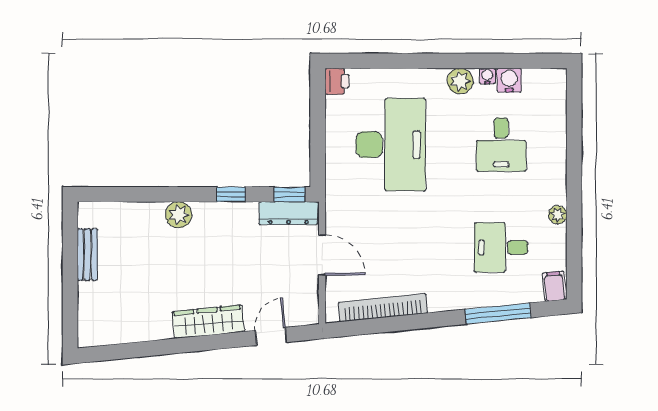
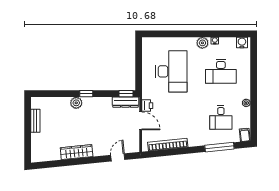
water cooler: (509, 80) -> (242, 42), moved
printer: (337, 81) -> (147, 106), moved
desk: (501, 145) -> (221, 71), width x1.37
window: (231, 194) -> (86, 94), moved
desk: (501, 247) -> (221, 118), turned -90
wardrobe: (208, 322) -> (77, 152), moved

